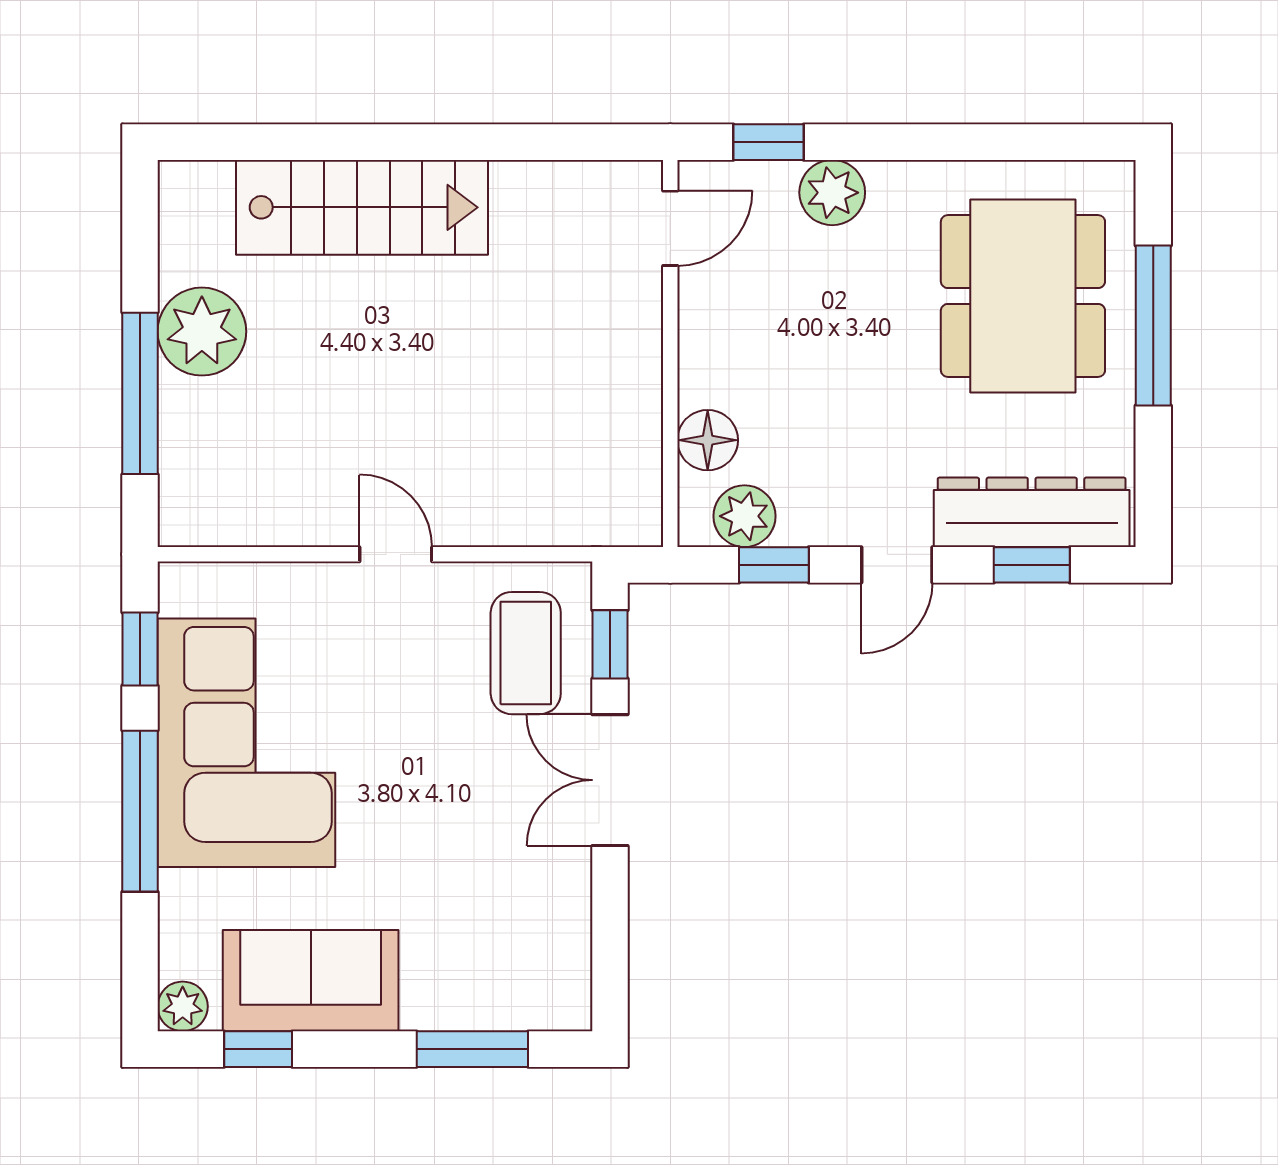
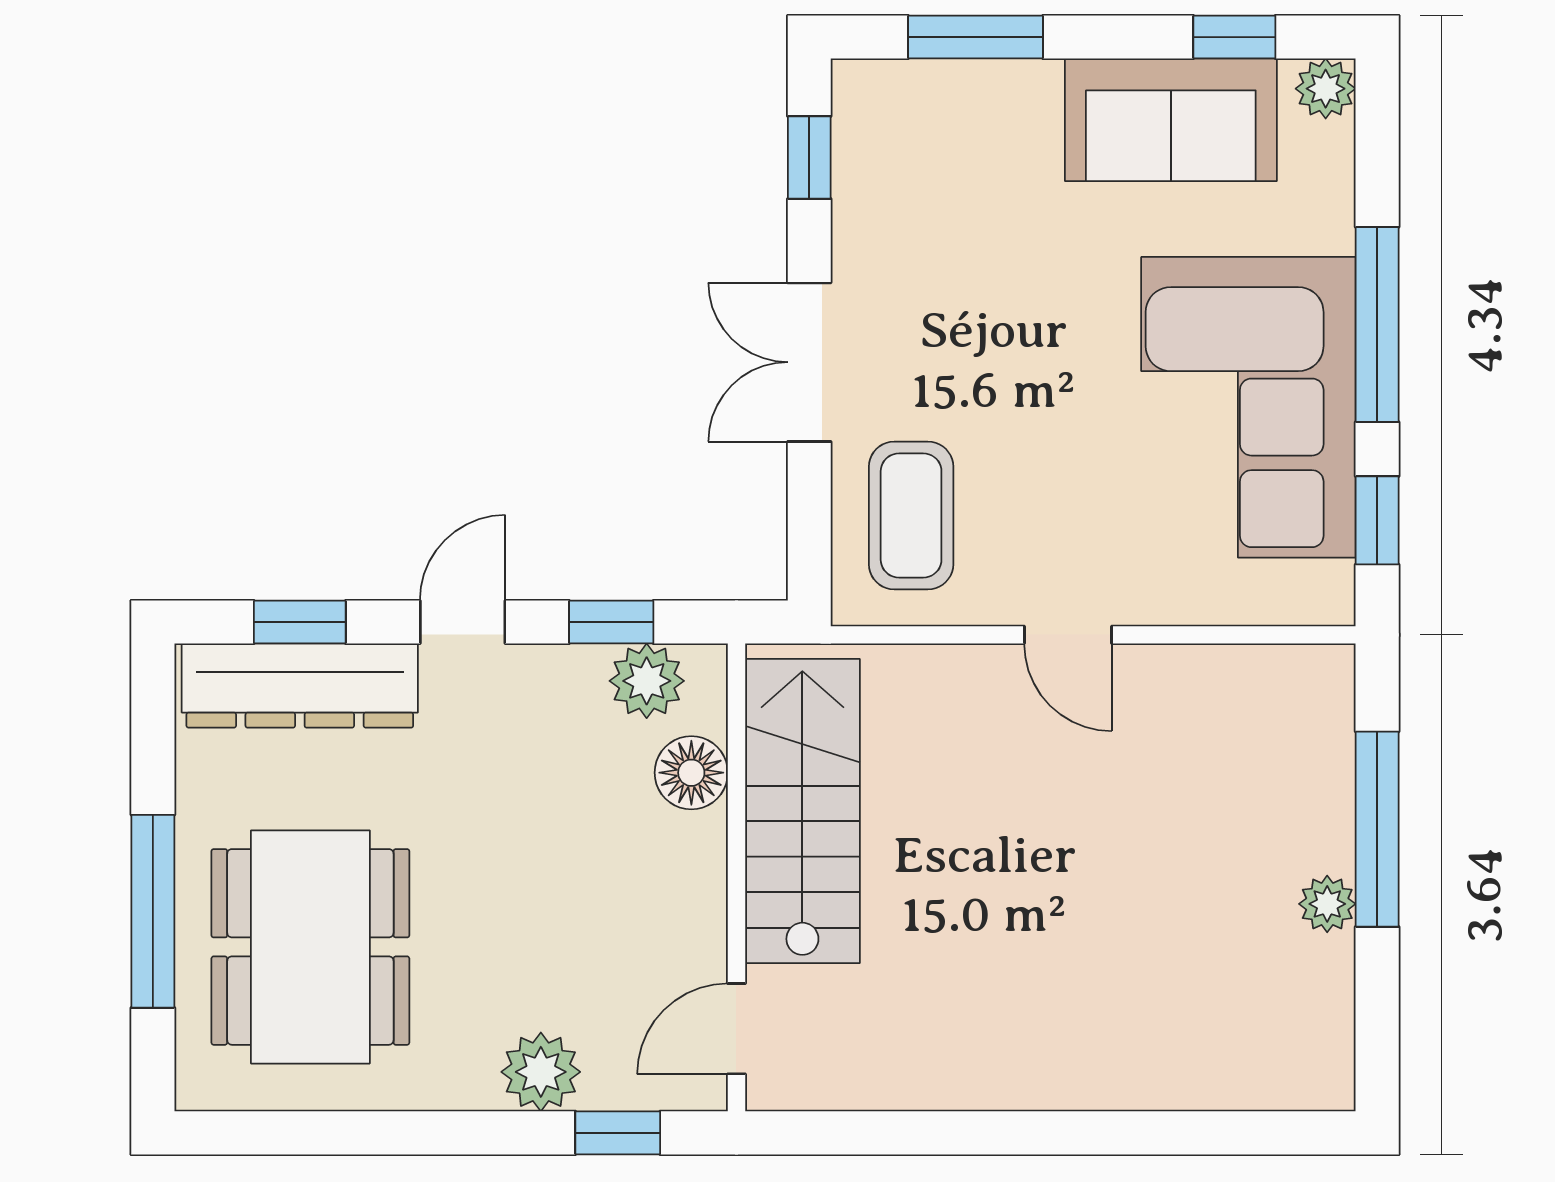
stairs: (362, 207) -> (802, 811), moved, turned 90
plant: (202, 332) -> (1327, 904), width x0.53, depth x0.53
window: (610, 644) -> (809, 157), moved
double door: (610, 780) -> (809, 362), swing flipped

